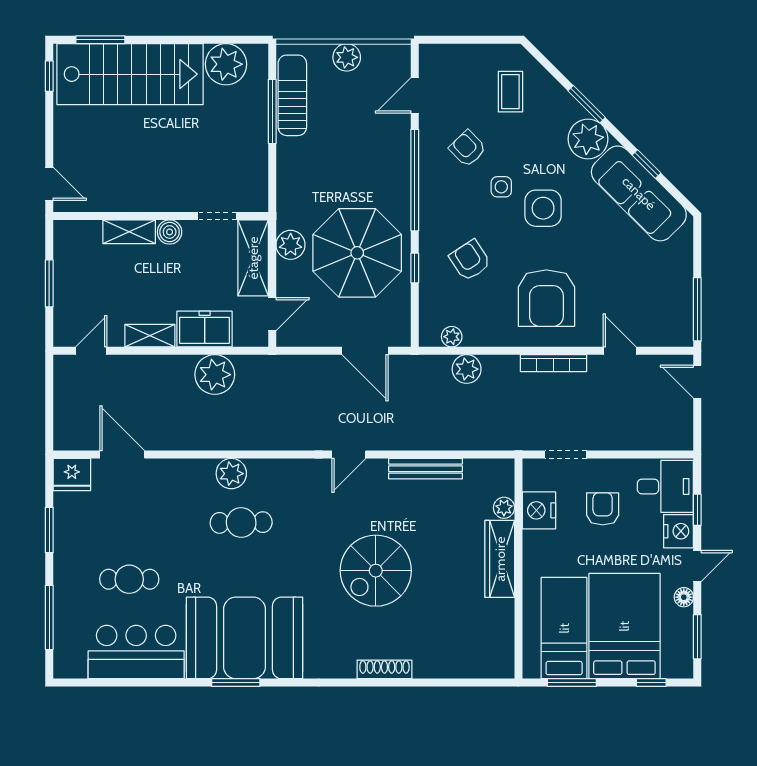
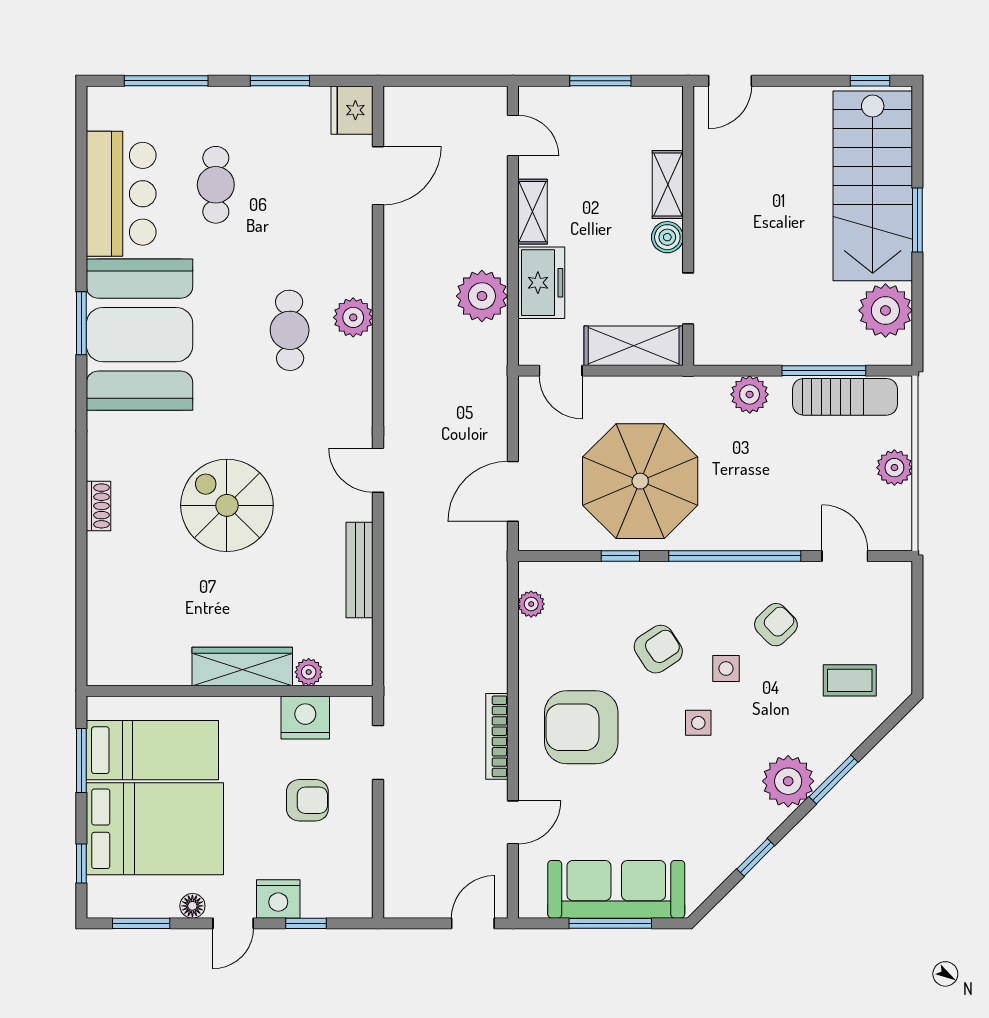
window: (100, 40) -> (917, 220), moved
sofa: (639, 193) -> (616, 889), moved, turned 45
side table: (543, 208) -> (698, 723), width x0.54, depth x0.54
plant: (291, 245) -> (750, 394), moved
armchair: (470, 260) -> (658, 649), moved
window: (697, 309) -> (610, 923), moved
plant: (467, 369) -> (489, 623), removed
desk: (665, 486) -> (336, 882), removed
door: (697, 566) -> (233, 923), hinge flipped
shoe rack: (384, 669) -> (99, 506), width x0.70

